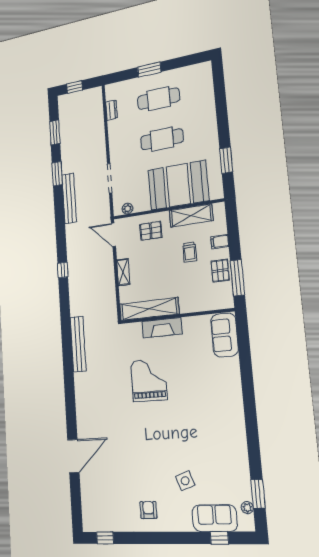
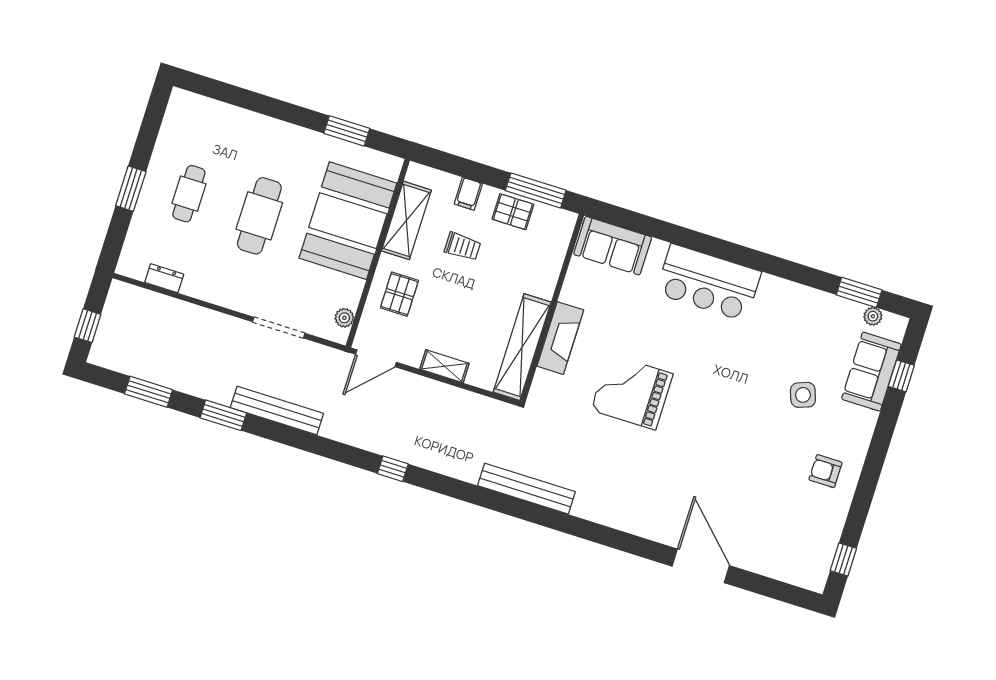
cafe table: (159, 99) -> (189, 194), width x0.73, depth x0.74
bar counter: (226, 399) -> (708, 283), added

